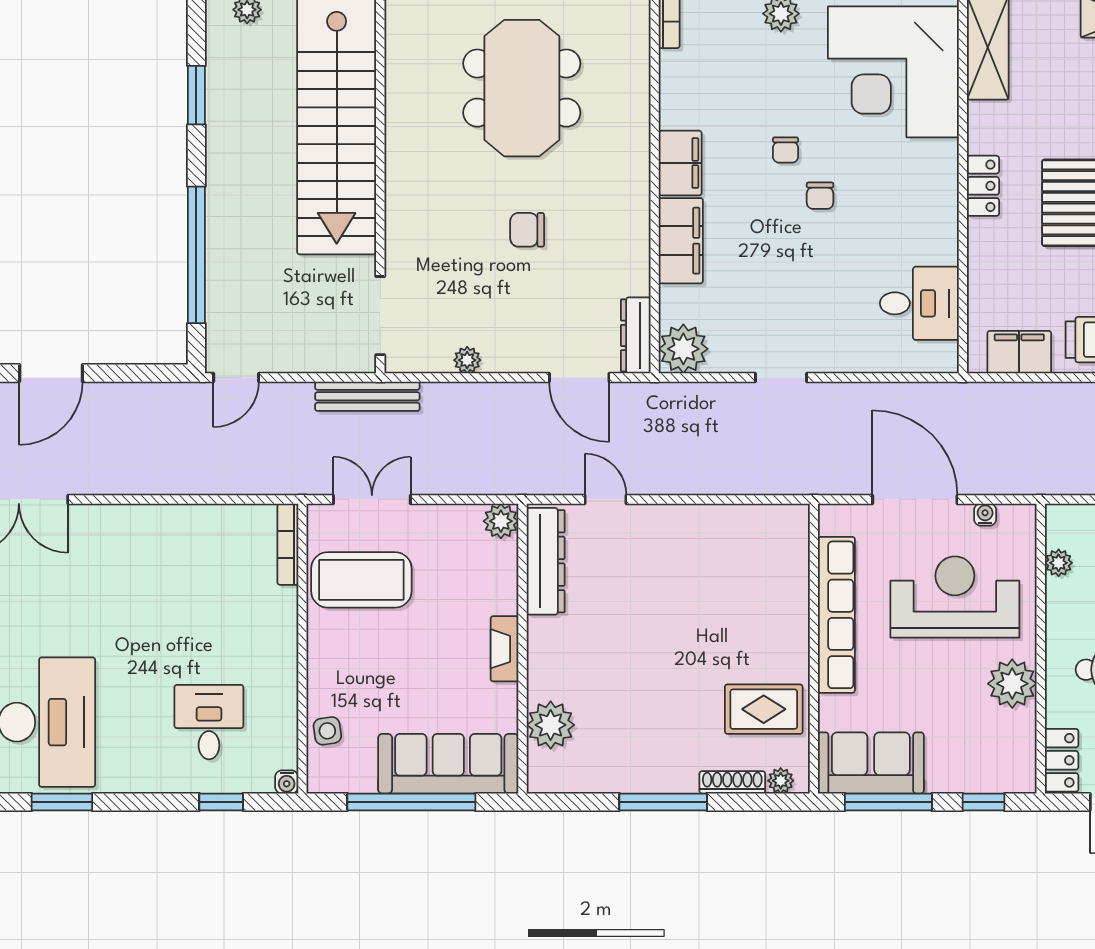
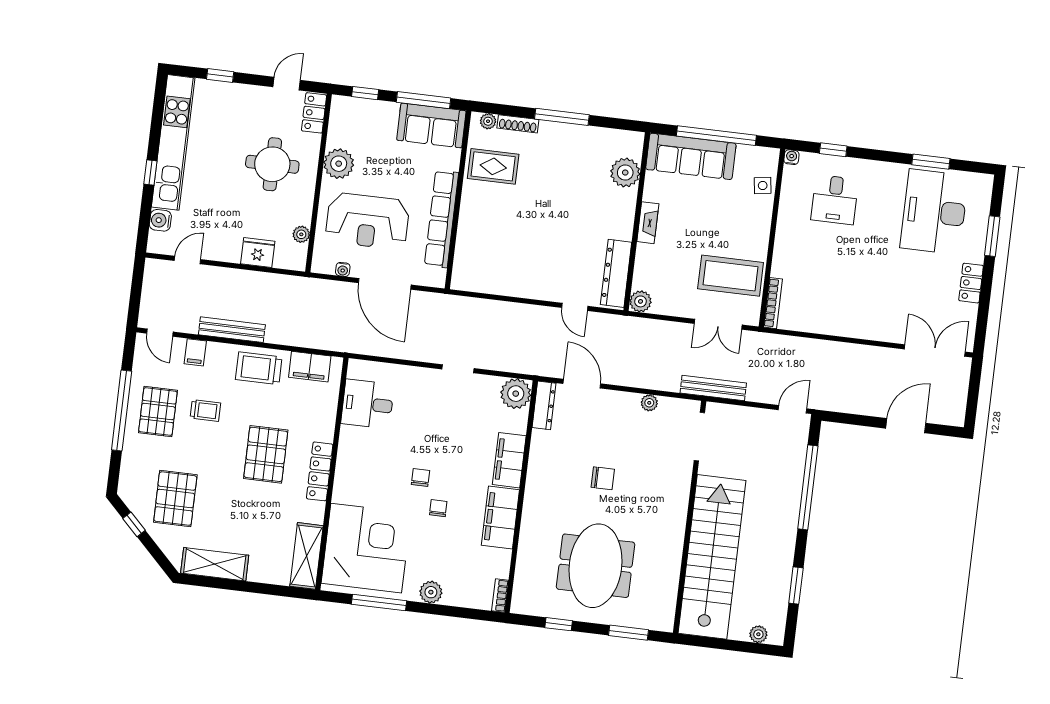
filing cabinet: (680, 163) -> (500, 518), width x1.50, depth x1.17
locker: (983, 186) -> (320, 471), width x1.53

